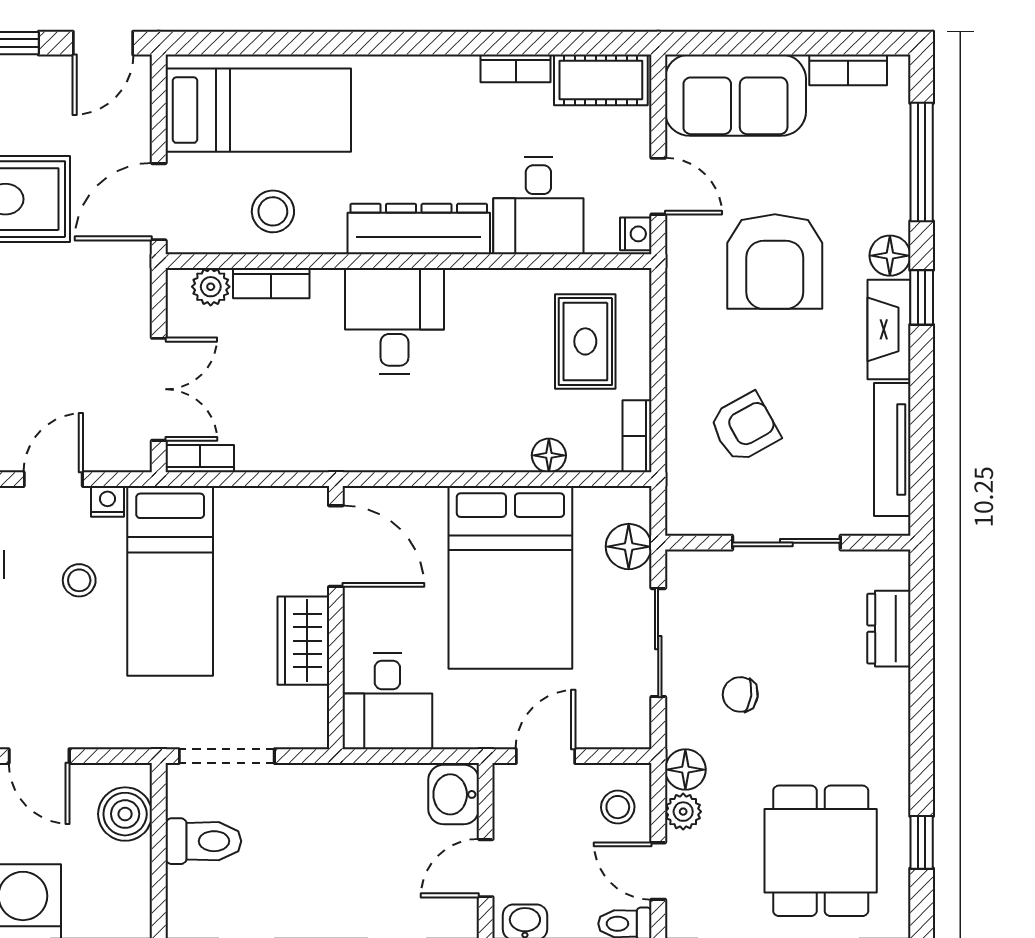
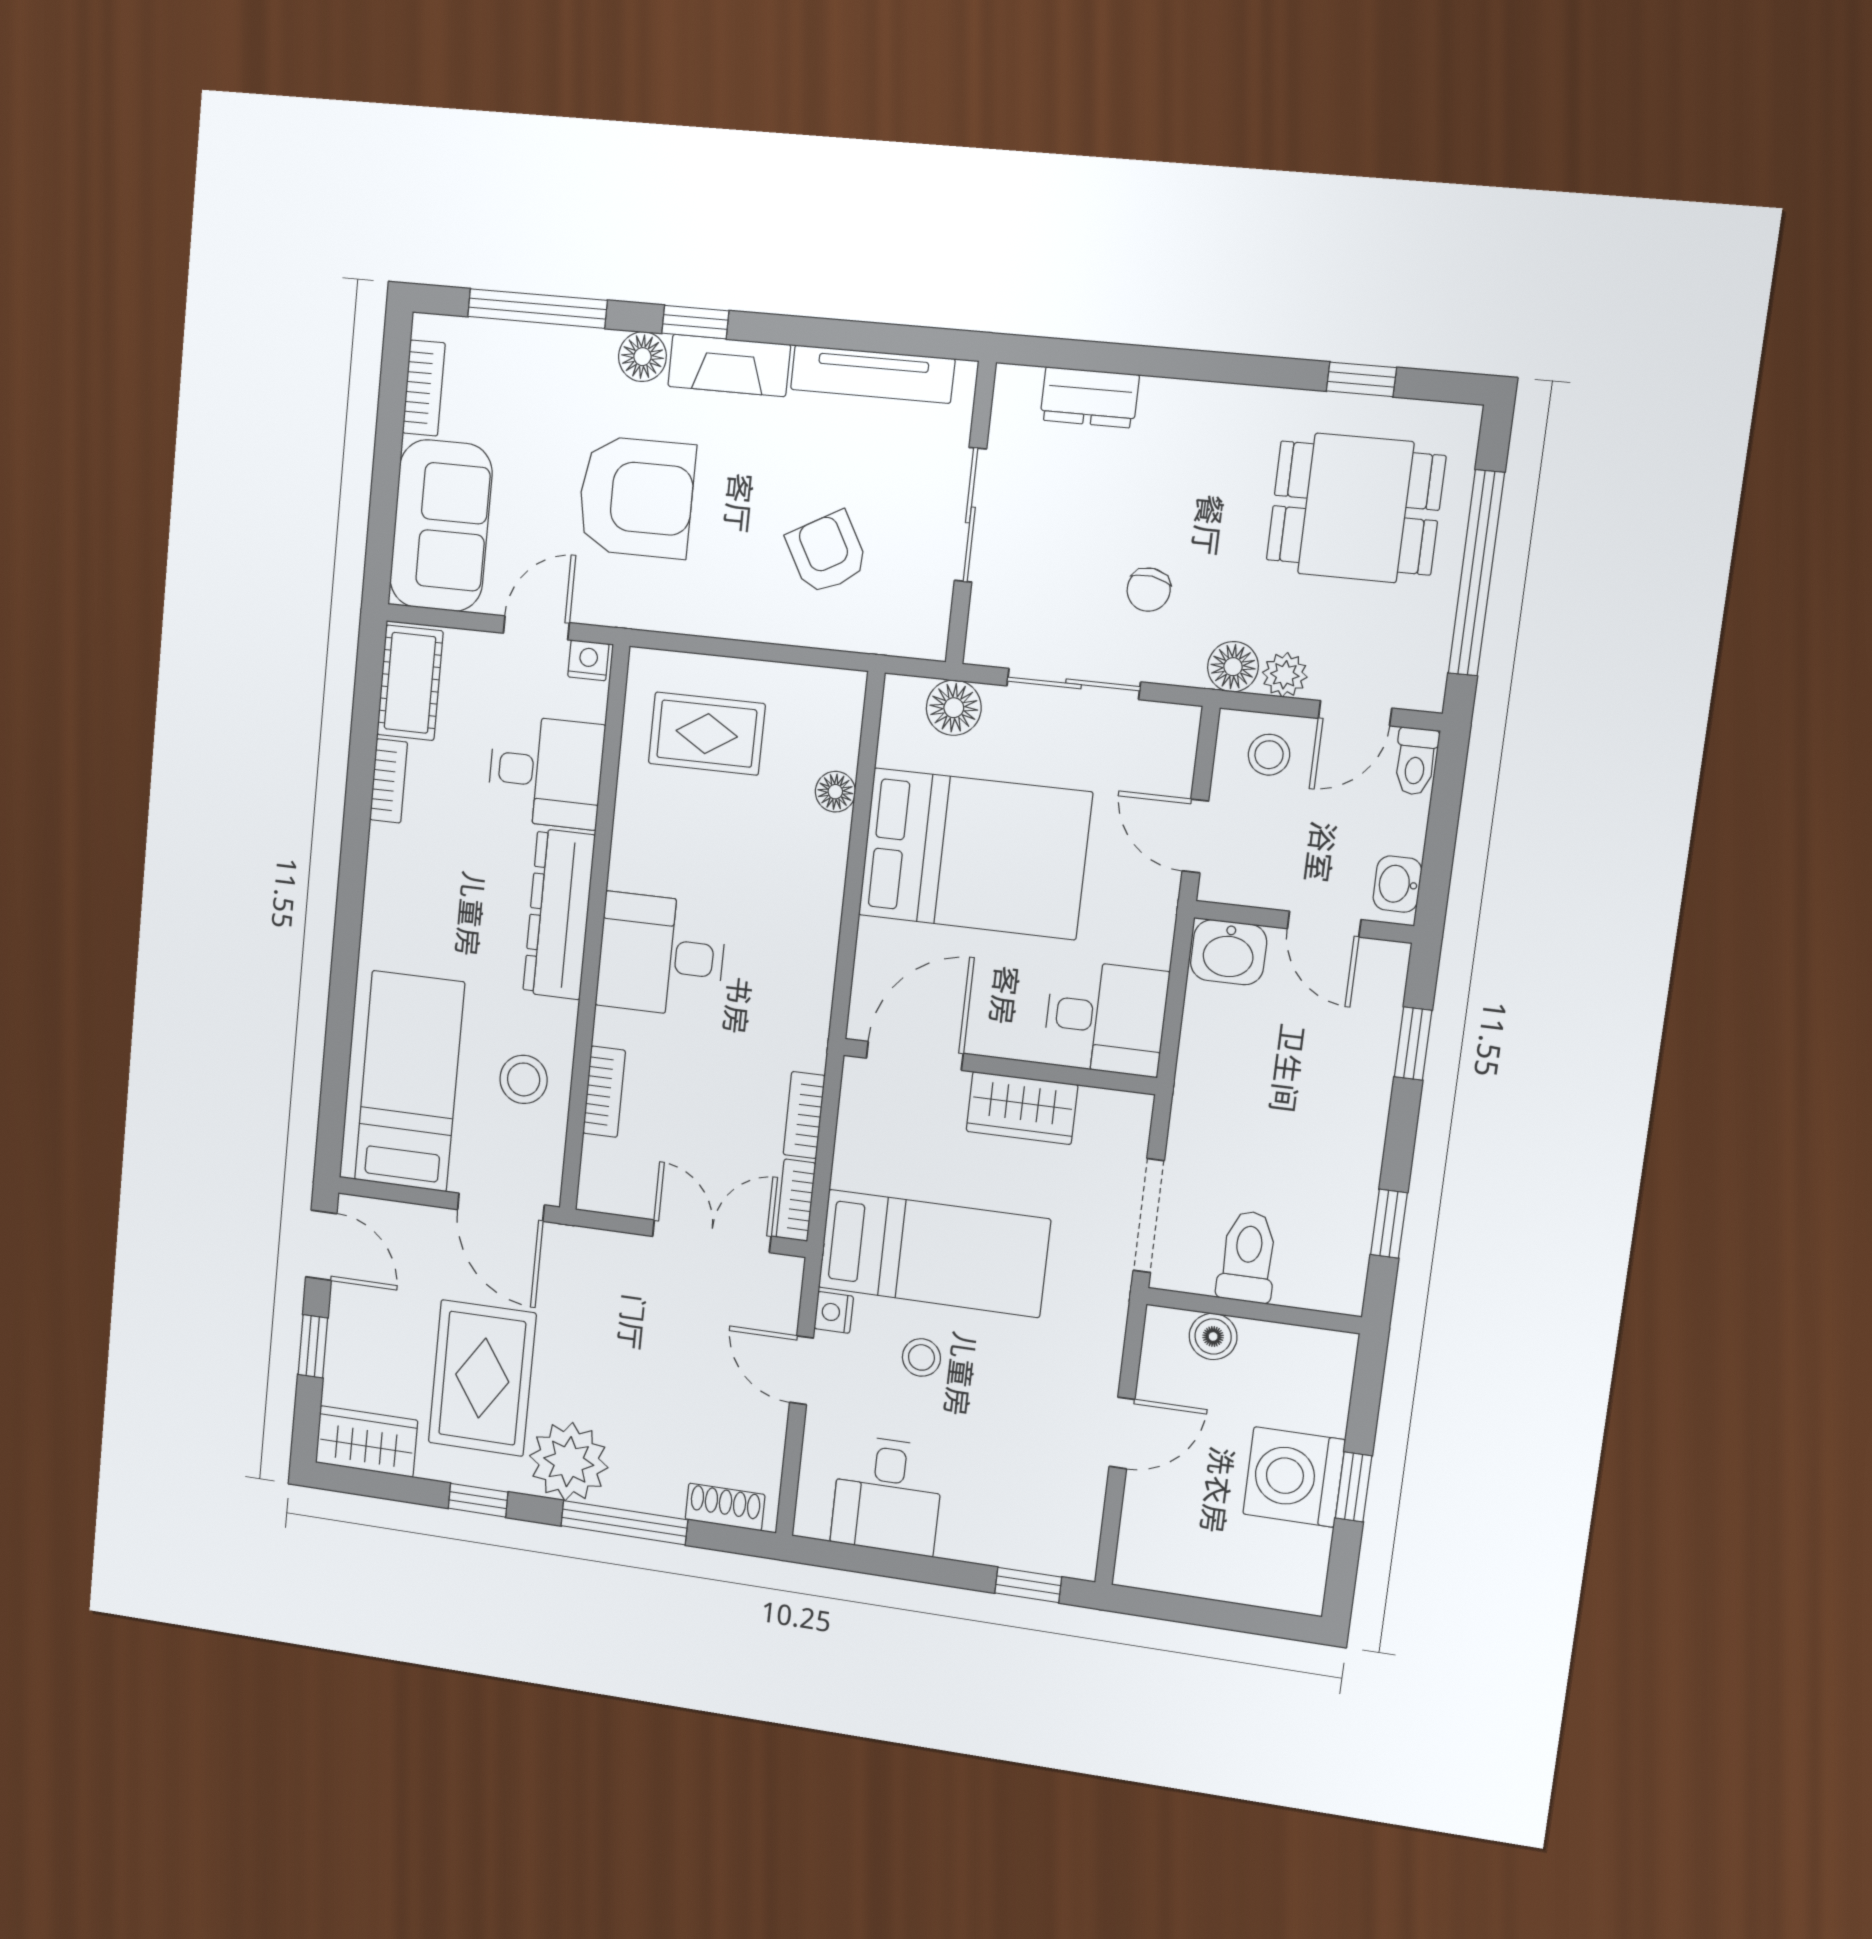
plant: (211, 287) -> (601, 1161), removed
bookcase: (637, 436) -> (804, 1115), moved, turned 90
boiler: (125, 814) -> (1213, 1336), width x0.73, depth x0.73

